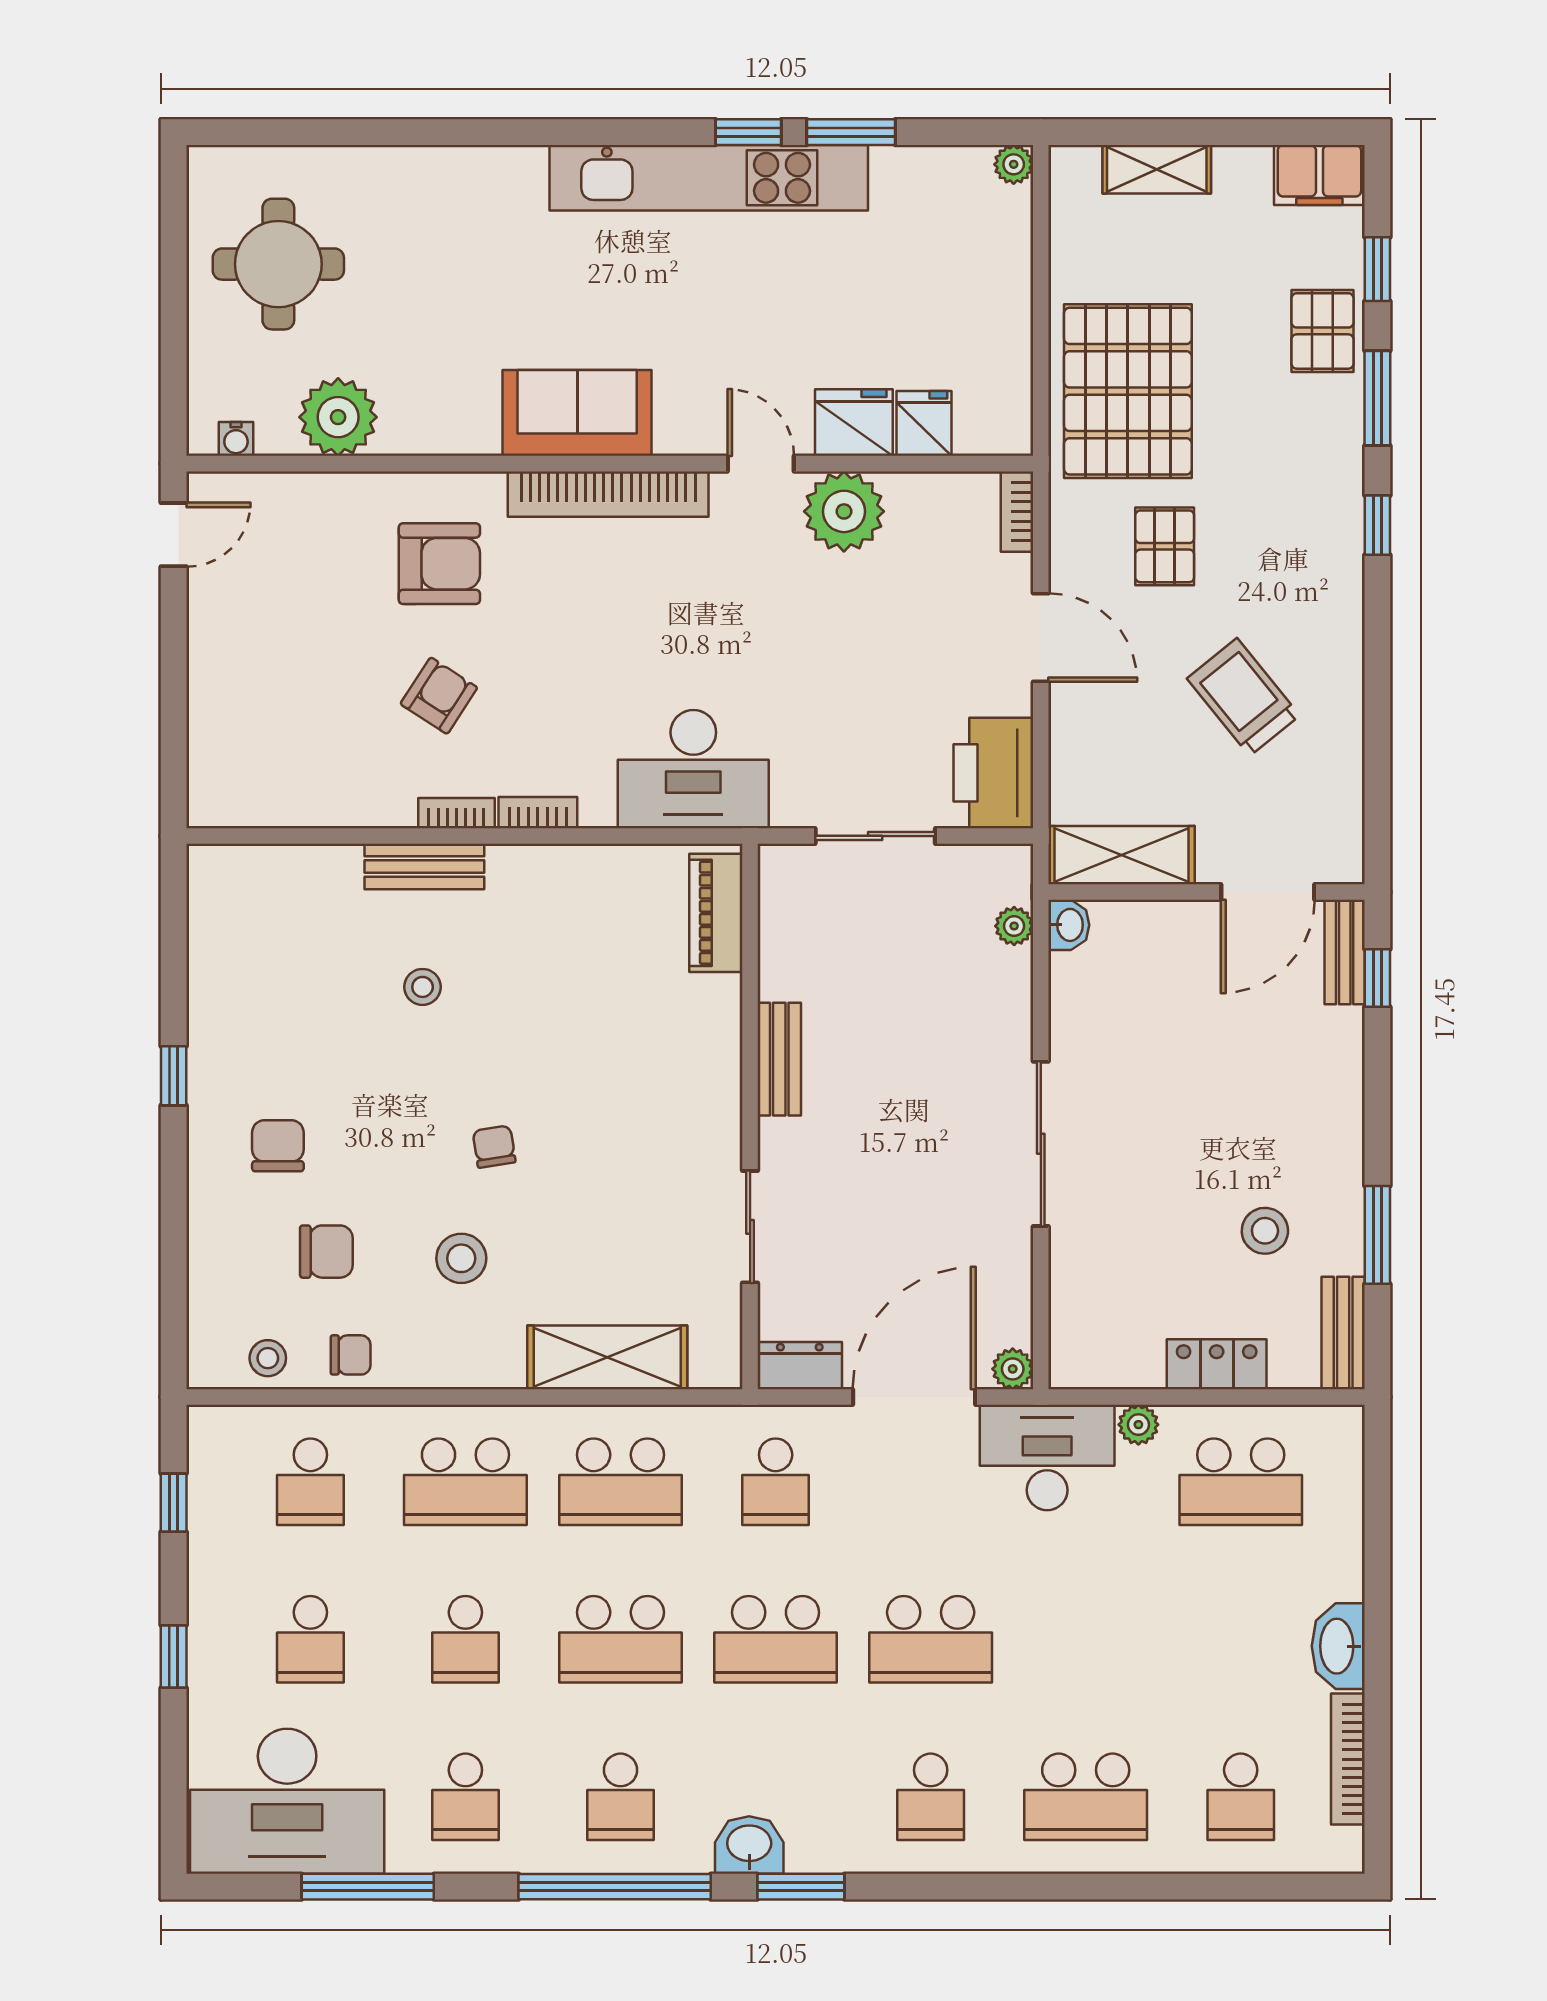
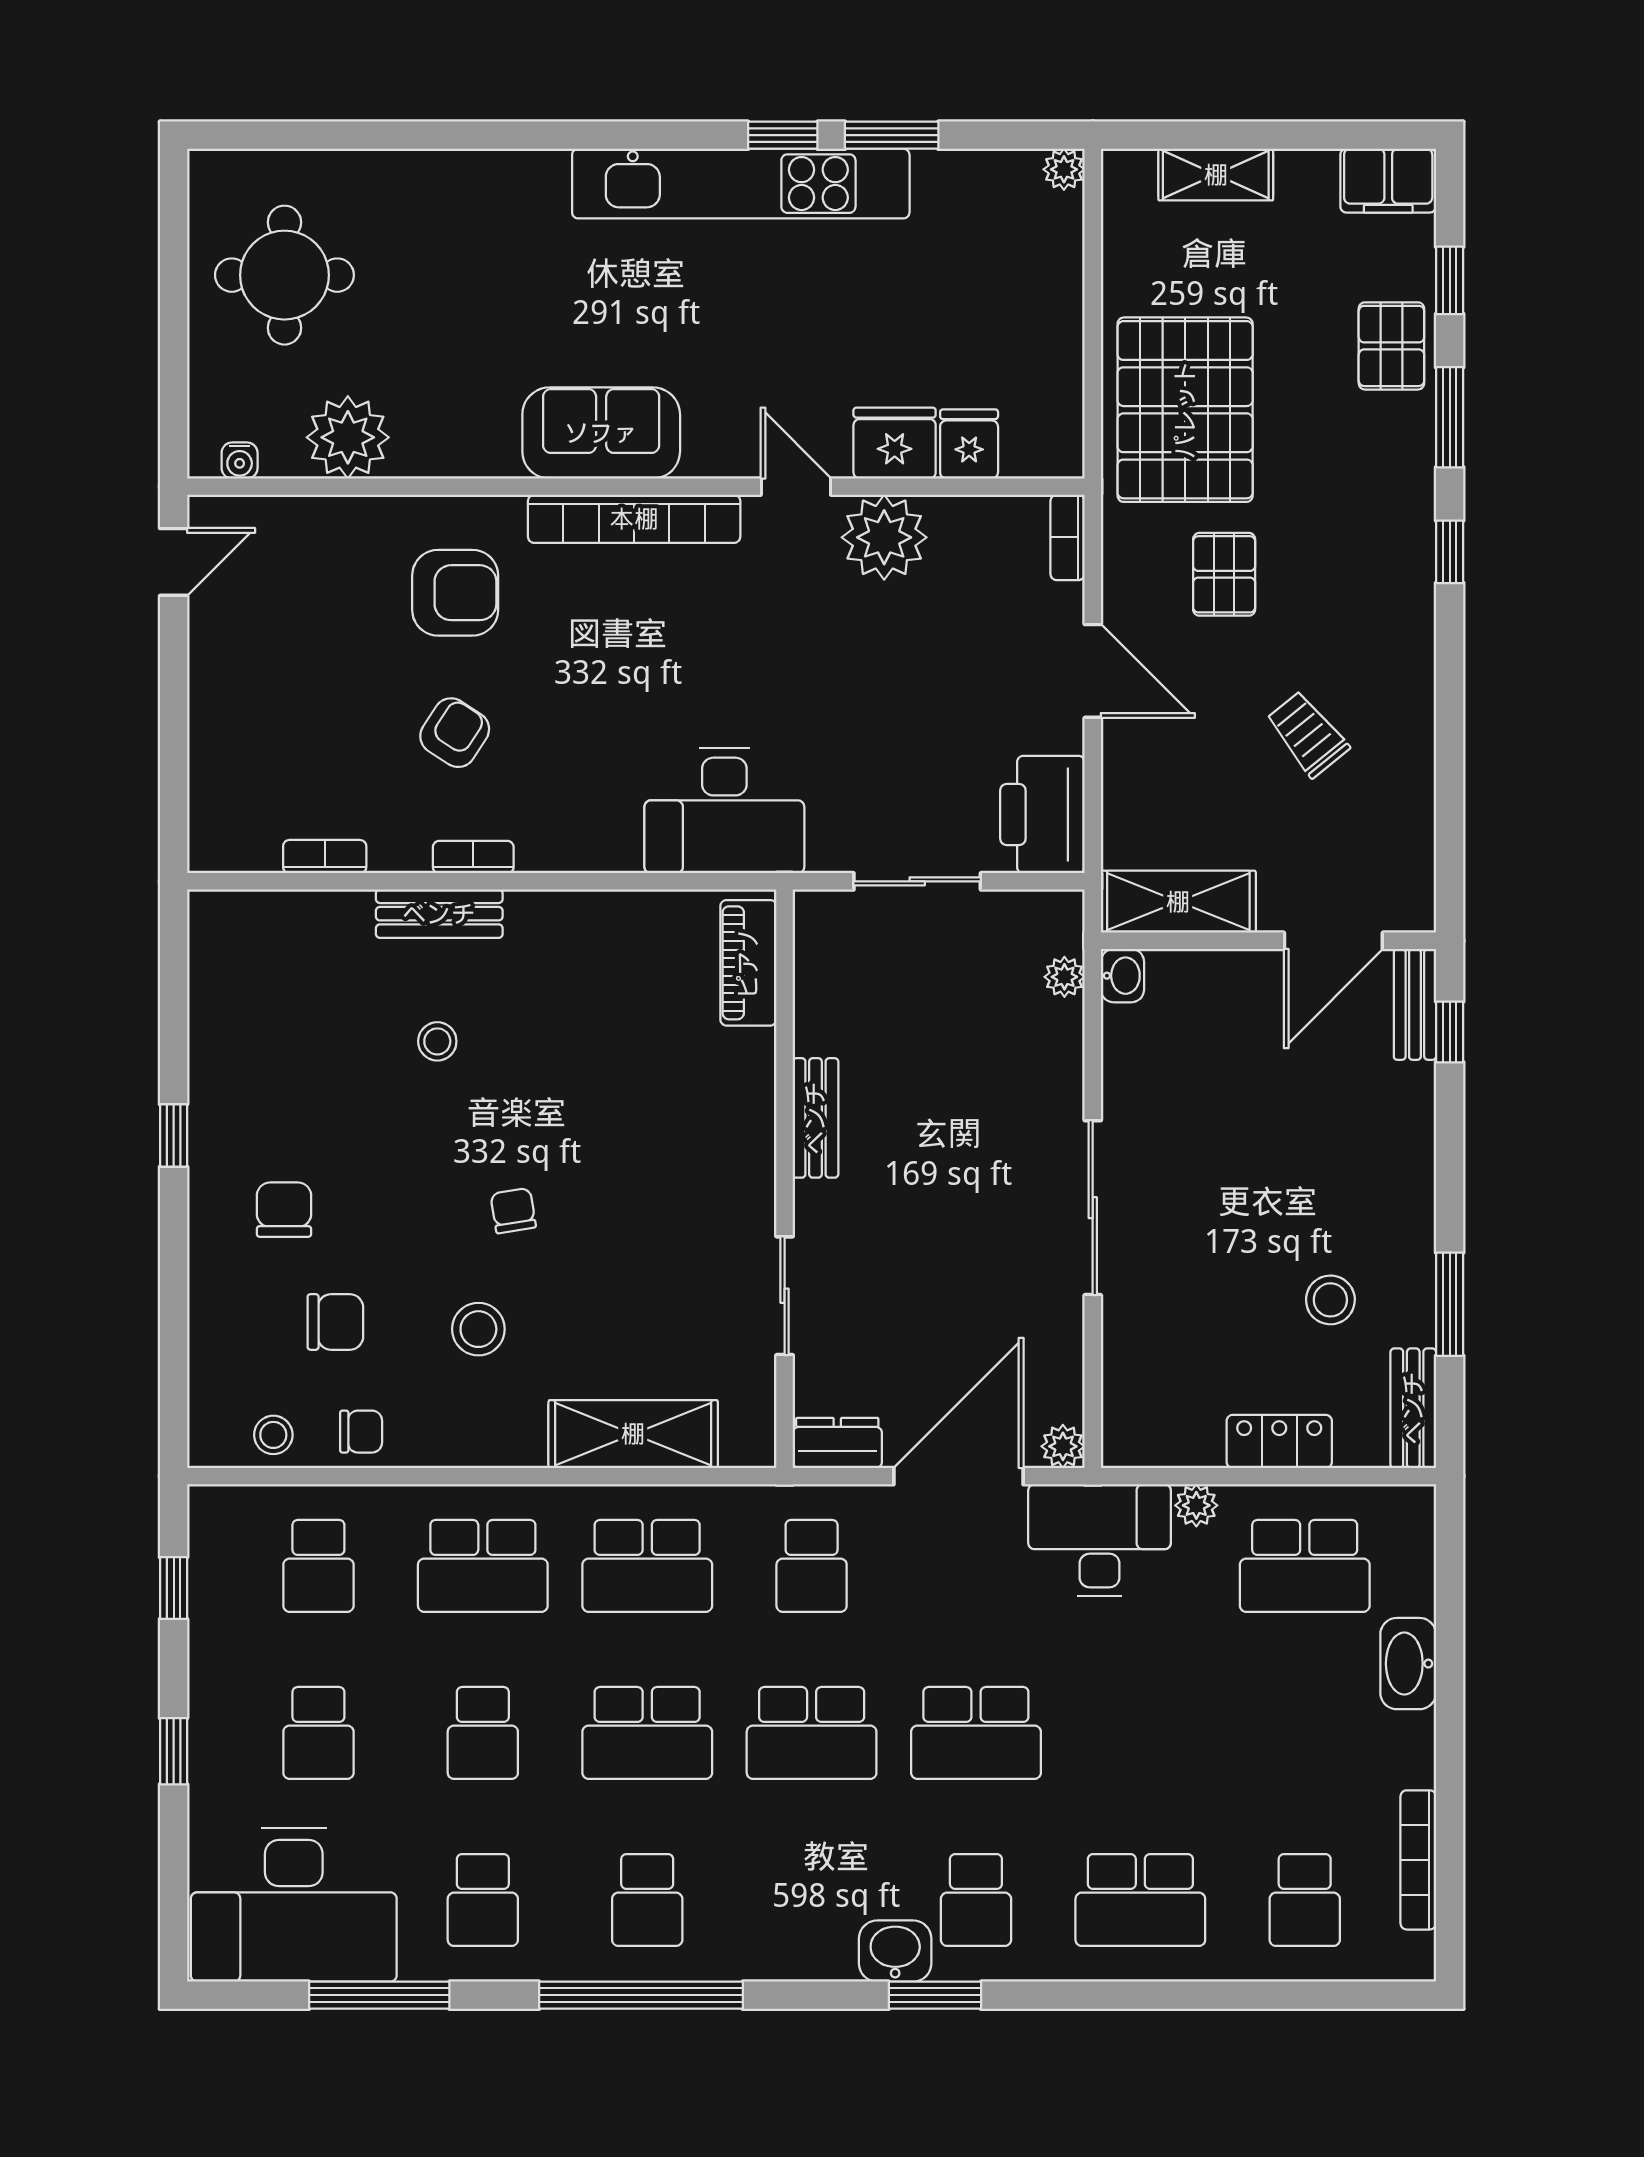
trolley: (1243, 697) -> (1308, 734), width x0.73, depth x0.72
bookcase: (538, 813) -> (325, 857), moved
washbasin: (1338, 1646) -> (1408, 1664), moved
washbasin: (749, 1845) -> (895, 1951), moved
window: (801, 1887) -> (935, 1995), moved

